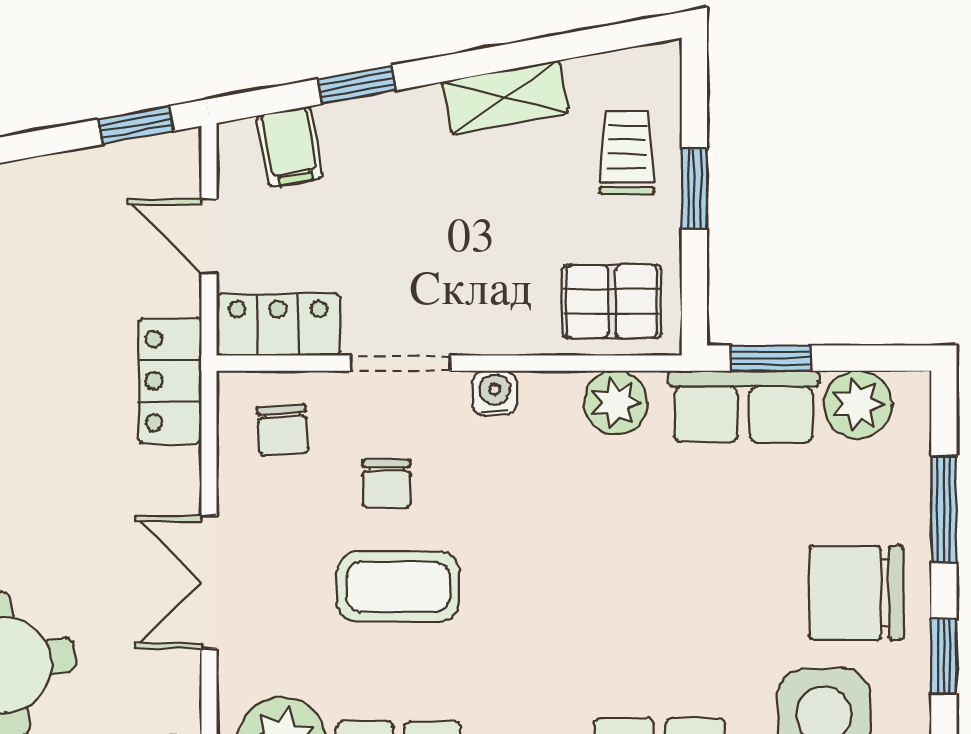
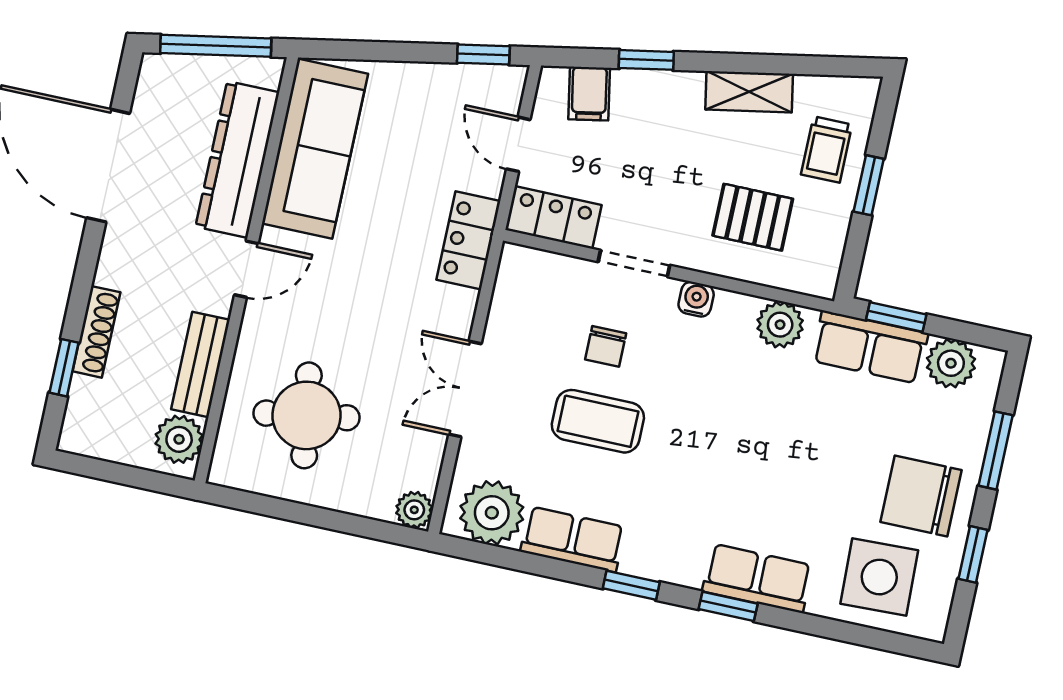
trolley: (627, 153) -> (827, 150), turned 180
pallet: (612, 302) -> (753, 217), moved
chair: (283, 430) -> (541, 293), removed

